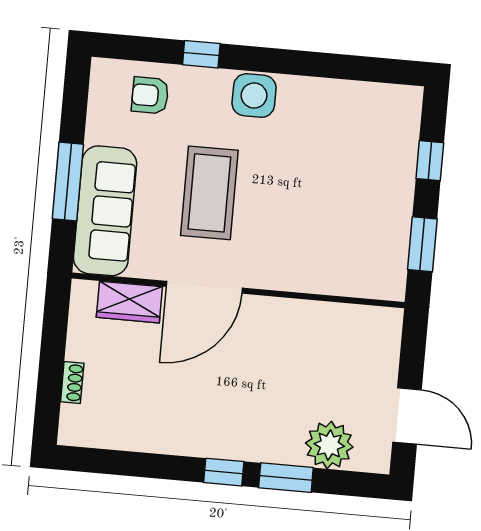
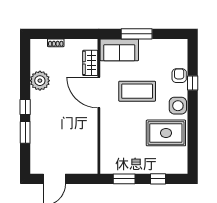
armchair: (150, 95) -> (179, 76), moved
rug: (319, 131) -> (166, 133), added
sofa: (105, 211) -> (119, 50), width x0.73
plant: (329, 445) -> (40, 81), moved

